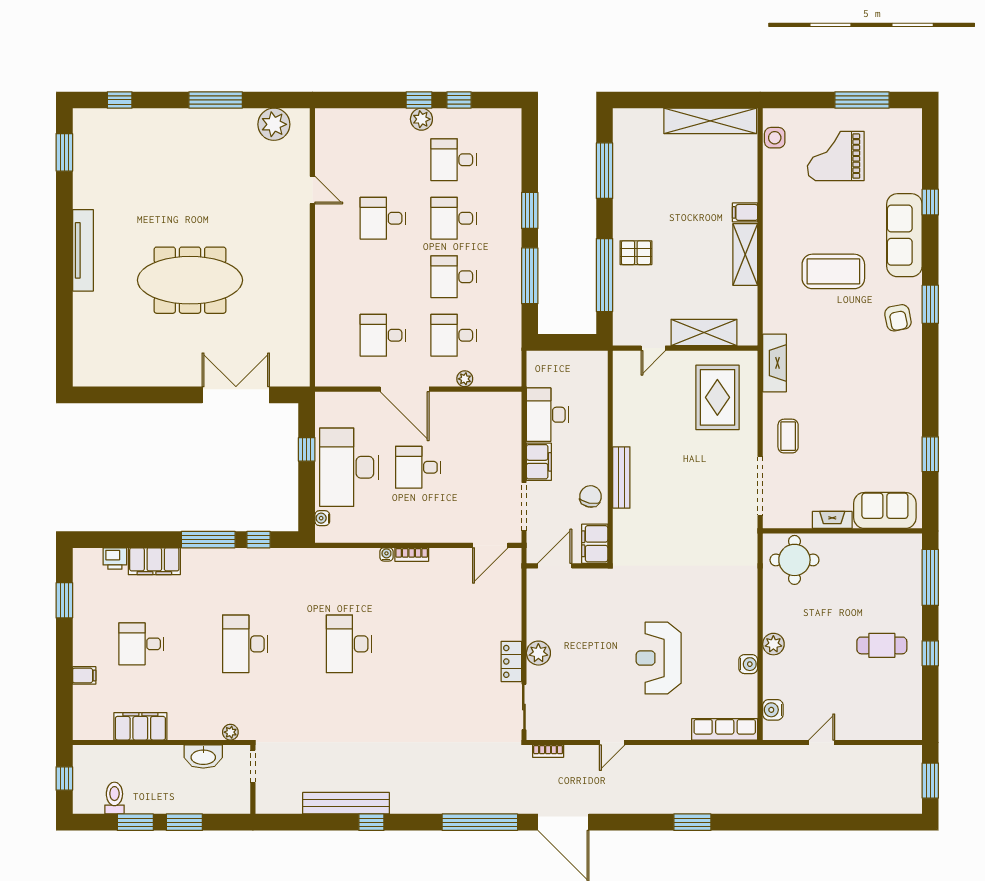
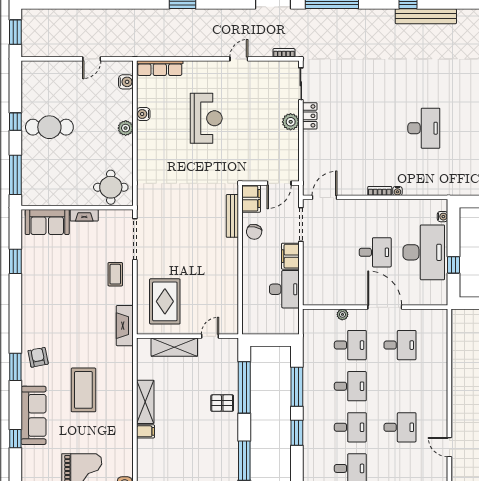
coffee table: (833, 271) -> (83, 390), turned 90
bench: (621, 478) -> (232, 216), moved
cafe table: (882, 645) -> (49, 127), width x1.37, depth x1.35

